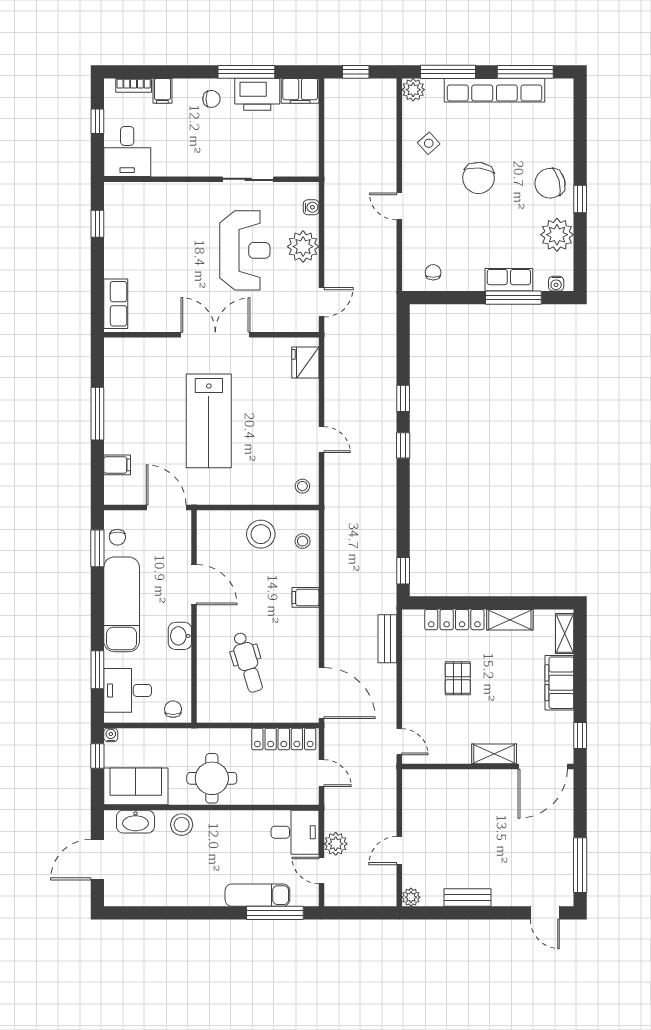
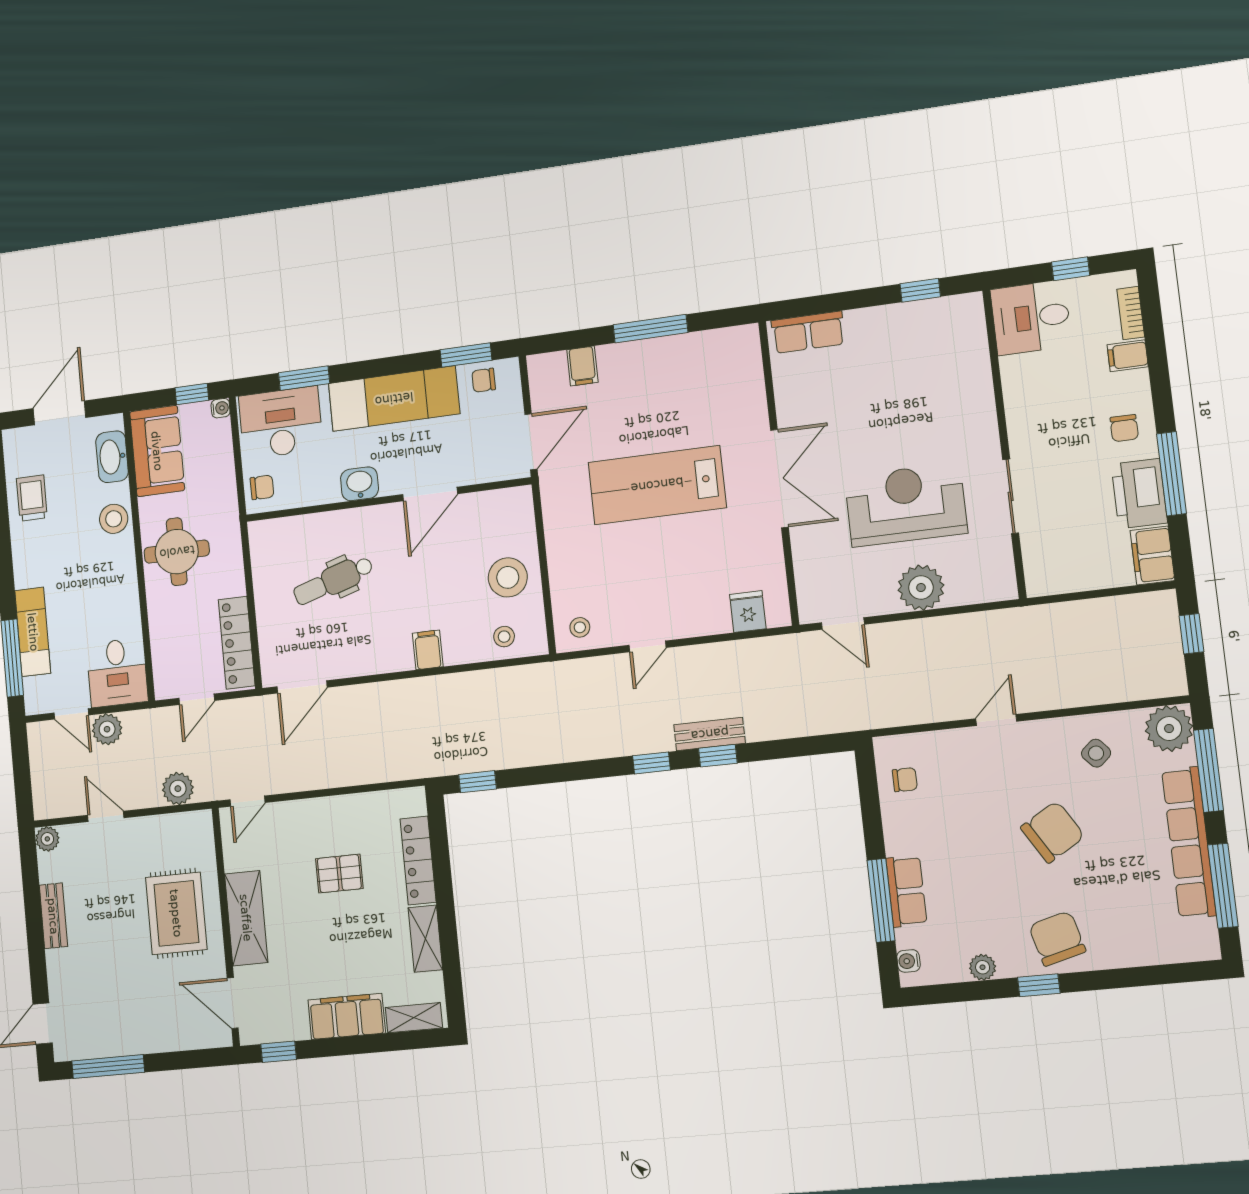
plant: (413, 90) -> (1169, 729), width x1.36, depth x1.36
chair: (479, 178) -> (1053, 832), turned 142
water cooler: (311, 207) -> (980, 592), removed
plant: (557, 235) -> (983, 967), width x0.53, depth x0.53
reception desk: (245, 250) -> (906, 505), turned 180
fridge: (305, 362) -> (748, 612), width x0.72
bench: (387, 639) -> (710, 734), moved
desk: (128, 690) -> (281, 423), width x1.37
door: (321, 693) -> (302, 687), width x0.73
shelving: (494, 754) -> (246, 918), width x1.50, depth x1.33
door: (543, 767) -> (233, 1003), width x0.73
plant: (385, 793) -> (178, 789), added
rug: (475, 803) -> (176, 913), added
door: (97, 860) -> (59, 413), hinge flipped
door: (321, 870) -> (71, 714), swing flipped
trolley: (158, 887) -> (32, 498), added

